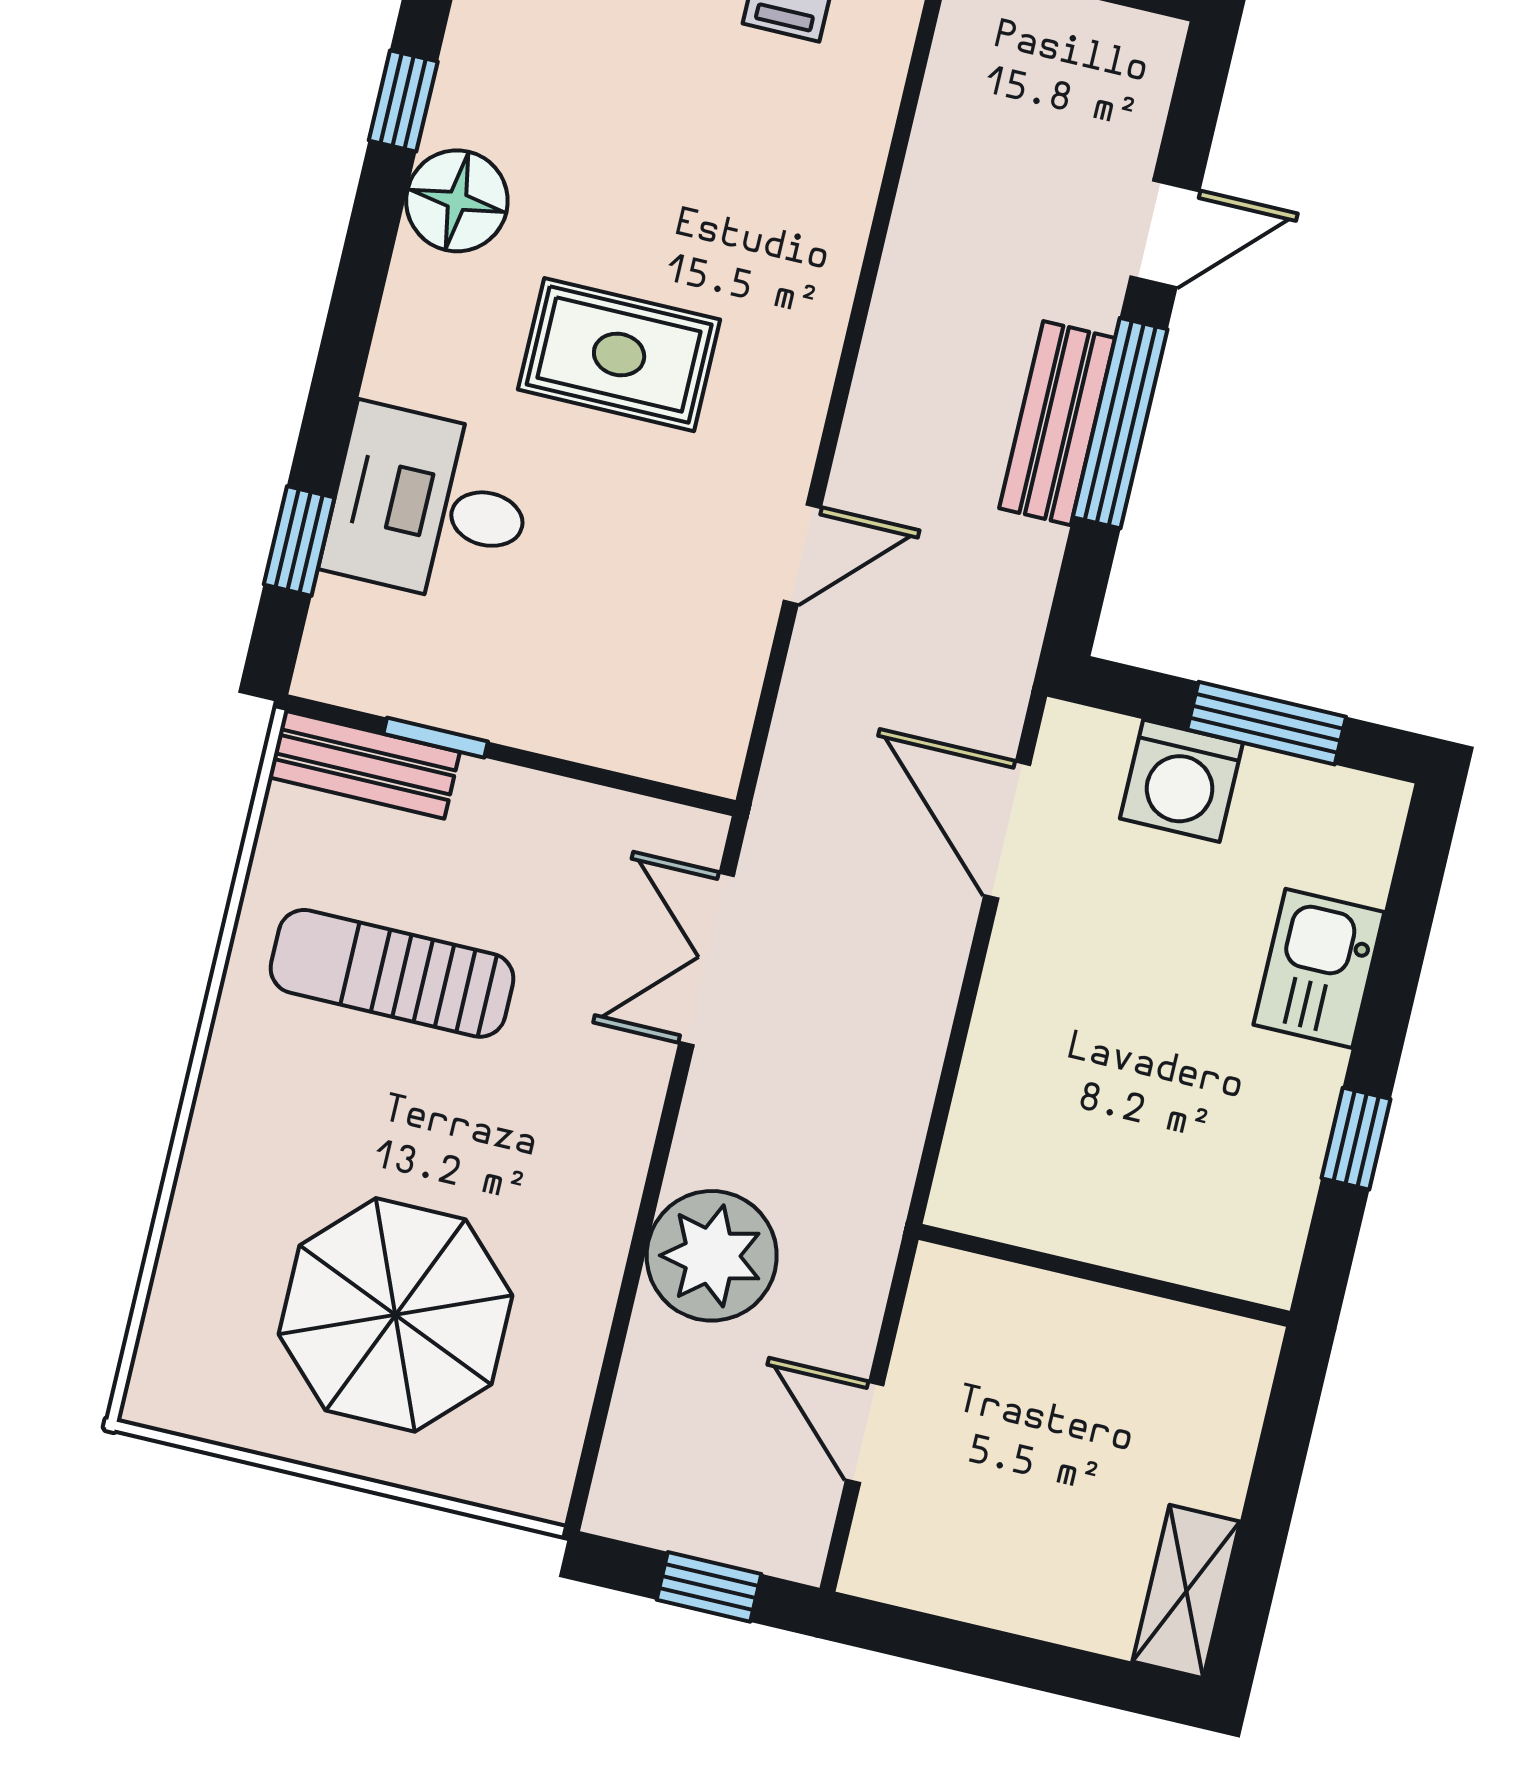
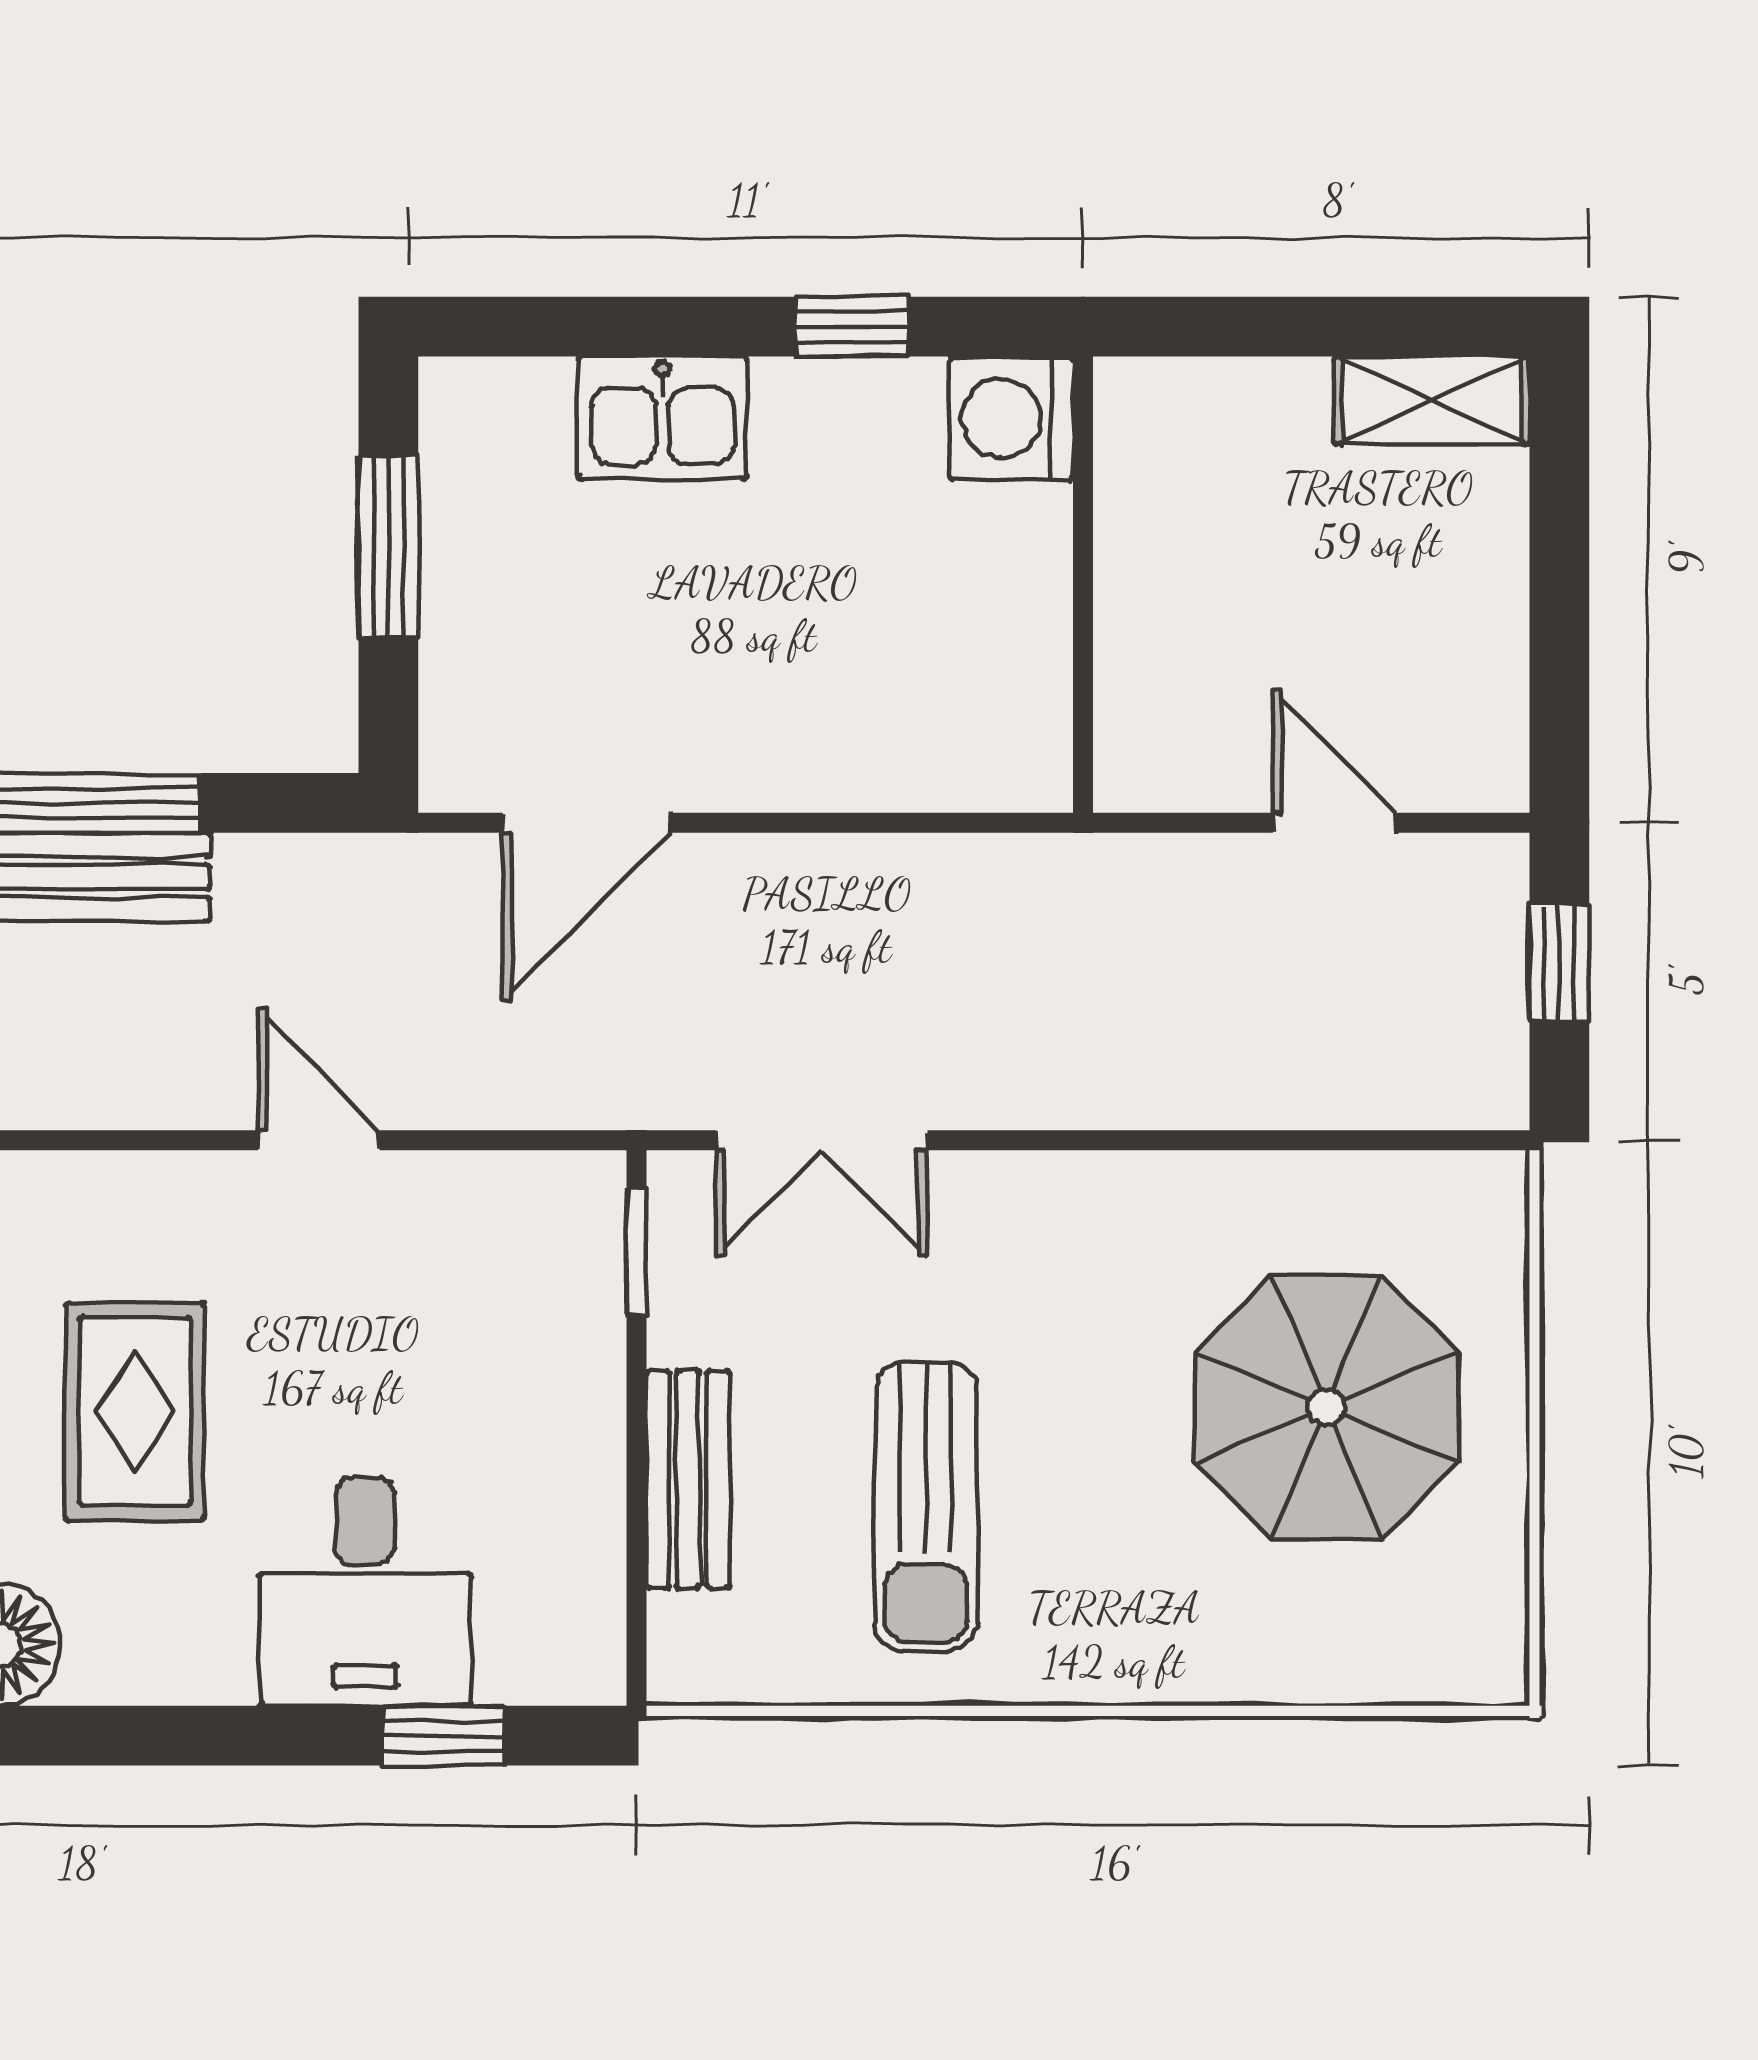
window: (436, 738) -> (636, 1251), moved
bench: (364, 765) -> (688, 1479), moved
washing machine: (1181, 781) -> (1011, 418), moved, turned 180
plant: (712, 1256) -> (1169, 1052), removed
door: (865, 1433) -> (1335, 823), swing flipped

